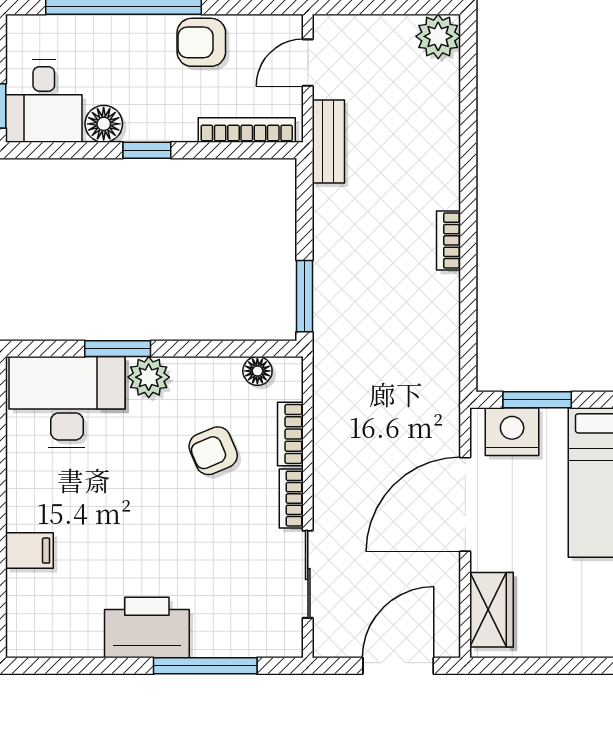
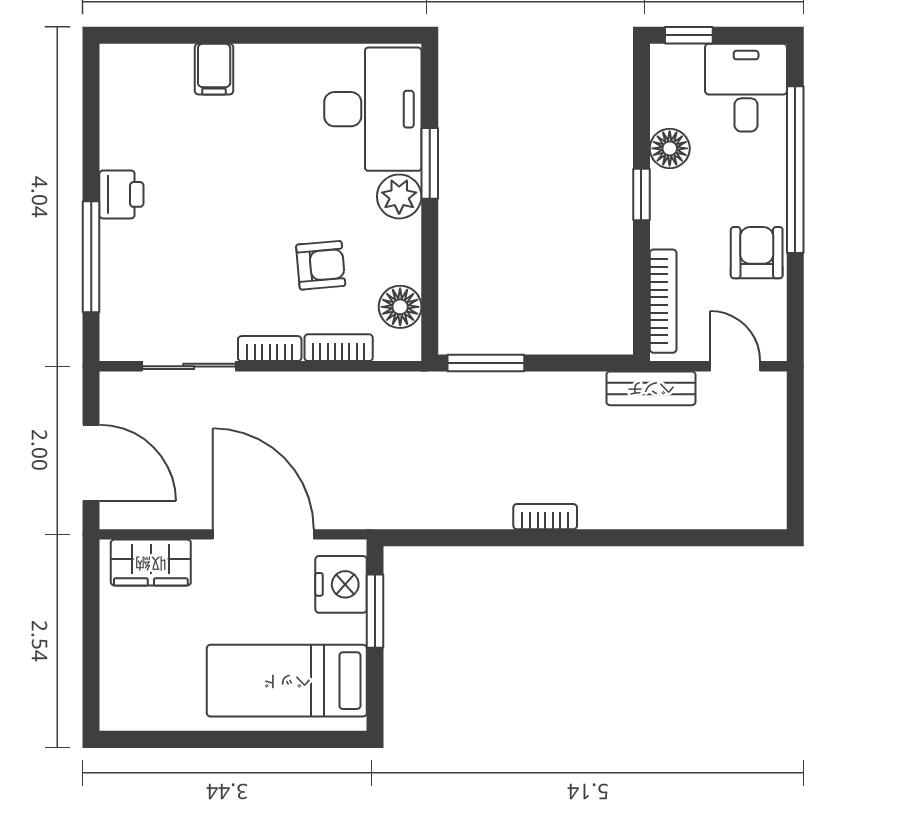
plant: (438, 36) -> (763, 505), removed
desk: (44, 101) -> (746, 88), moved, turned 90
floor lamp: (257, 371) -> (400, 307), width x1.37, depth x1.37
armchair: (213, 451) -> (321, 265), turned 108
printer: (147, 628) -> (121, 194), width x0.53, depth x0.68

